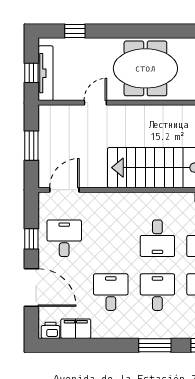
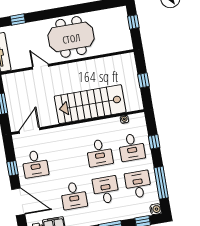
door: (95, 103) -> (40, 67), hinge flipped
desk: (64, 238) -> (35, 164), turned 180
desk: (111, 292) -> (74, 196), turned 180

